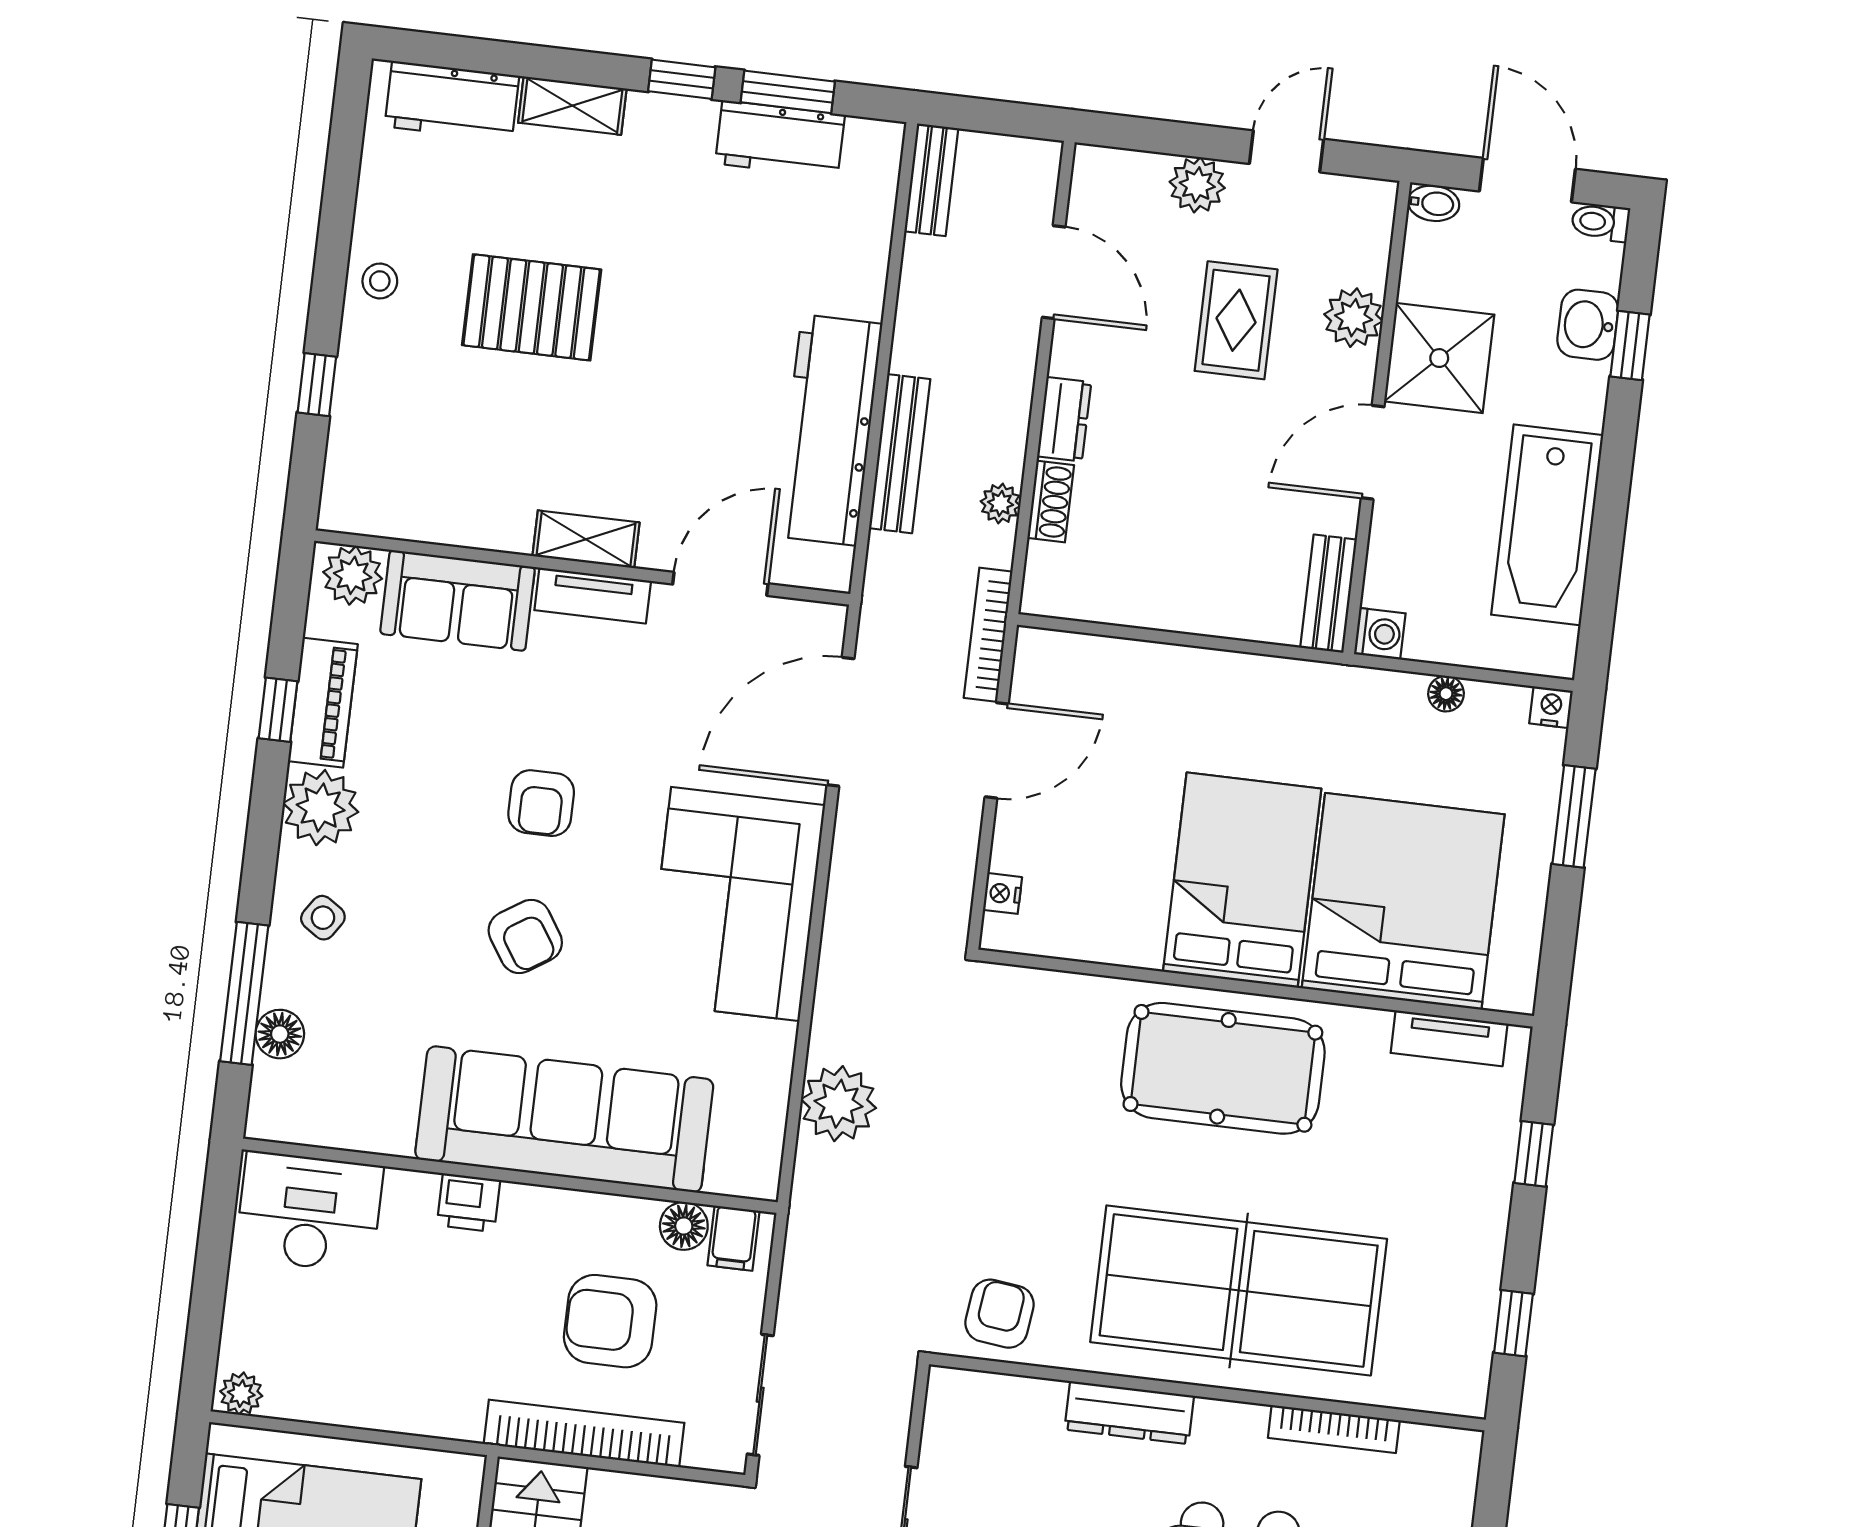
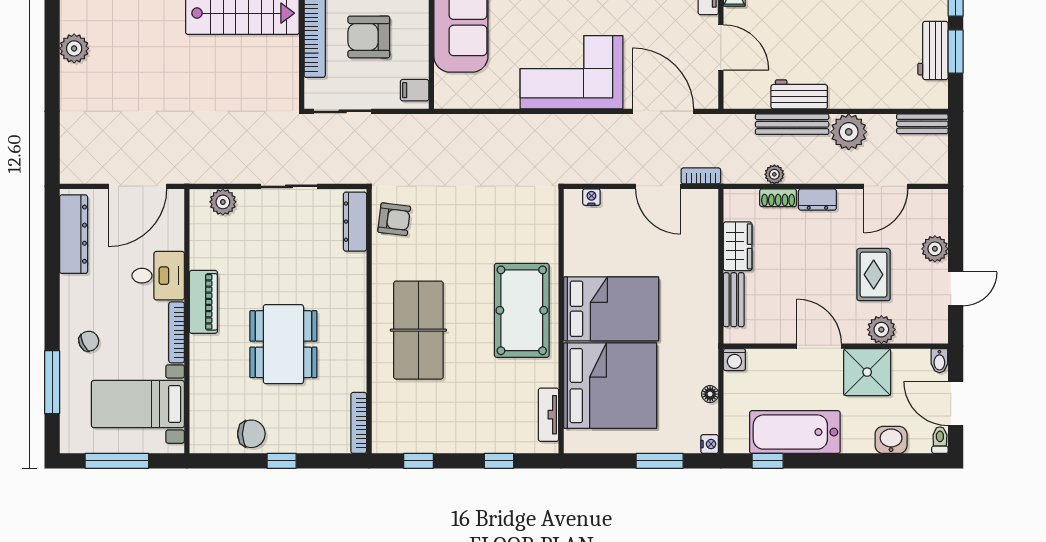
door: (1286, 151) -> (956, 289), hinge flipped
door: (1527, 180) -> (956, 403), swing flipped
rug: (1236, 320) -> (874, 275), turned 90
window: (1630, 345) -> (768, 461), moved
workbench: (829, 430) -> (799, 94), width x0.53, depth x0.76
bench: (1329, 594) -> (734, 300), moved, turned 90
wardrobe: (1143, 599) -> (738, 246), added
bookcase: (988, 635) -> (701, 176), width x0.64
plant: (838, 1104) -> (849, 132), moved
floor lamp: (684, 1226) -> (418, 66), removed
table tennis table: (1239, 1290) -> (418, 330), width x0.73, depth x0.76
armchair: (610, 1321) -> (369, 37), turned -90
dresser: (1129, 1413) -> (355, 222), moved
bookcase: (1334, 1429) -> (359, 423), moved

